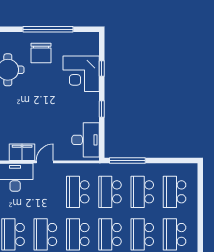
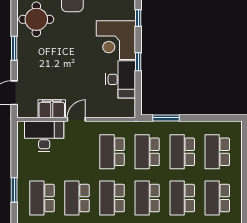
corner desk: (81, 74) -> (116, 40), moved
desk: (86, 140) -> (121, 79), moved
window: (127, 161) -> (166, 118), width x0.69

